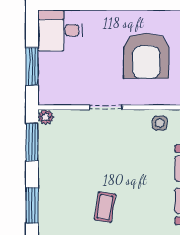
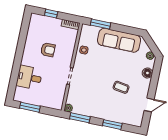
desk: (60, 30) -> (29, 78), moved, turned 90
armchair: (146, 56) -> (48, 50), width x0.53, depth x0.53
window: (32, 67) -> (30, 107), moved

